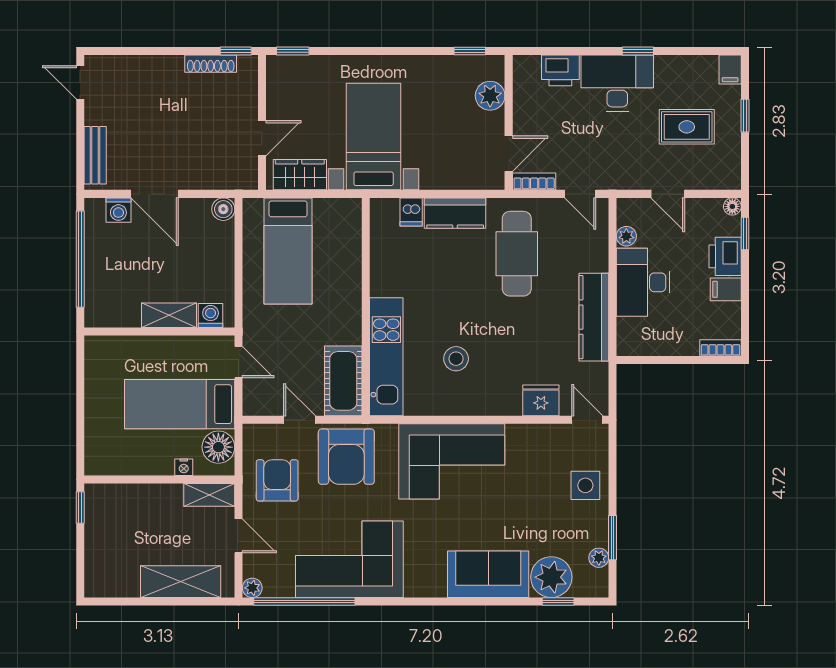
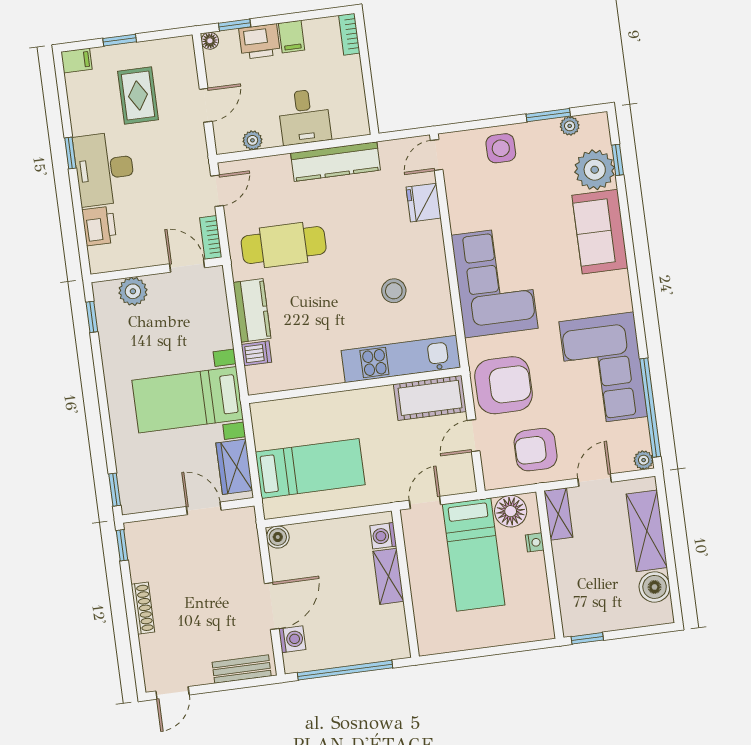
shoe rack: (211, 64) -> (143, 608), moved
desk: (643, 282) -> (304, 117), width x0.73
boiler: (123, 582) -> (655, 587), added

